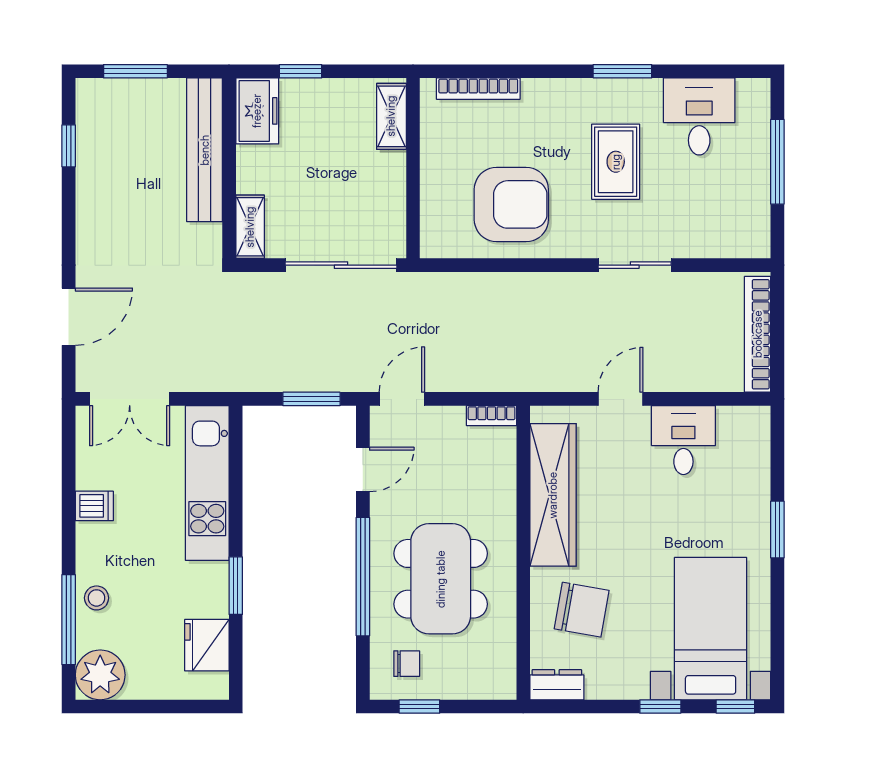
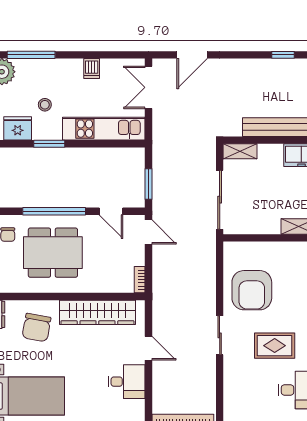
sliding door: (635, 265) -> (220, 335), moved
door: (69, 317) -> (192, 55), hinge flipped
stool: (97, 598) -> (45, 105), moved

